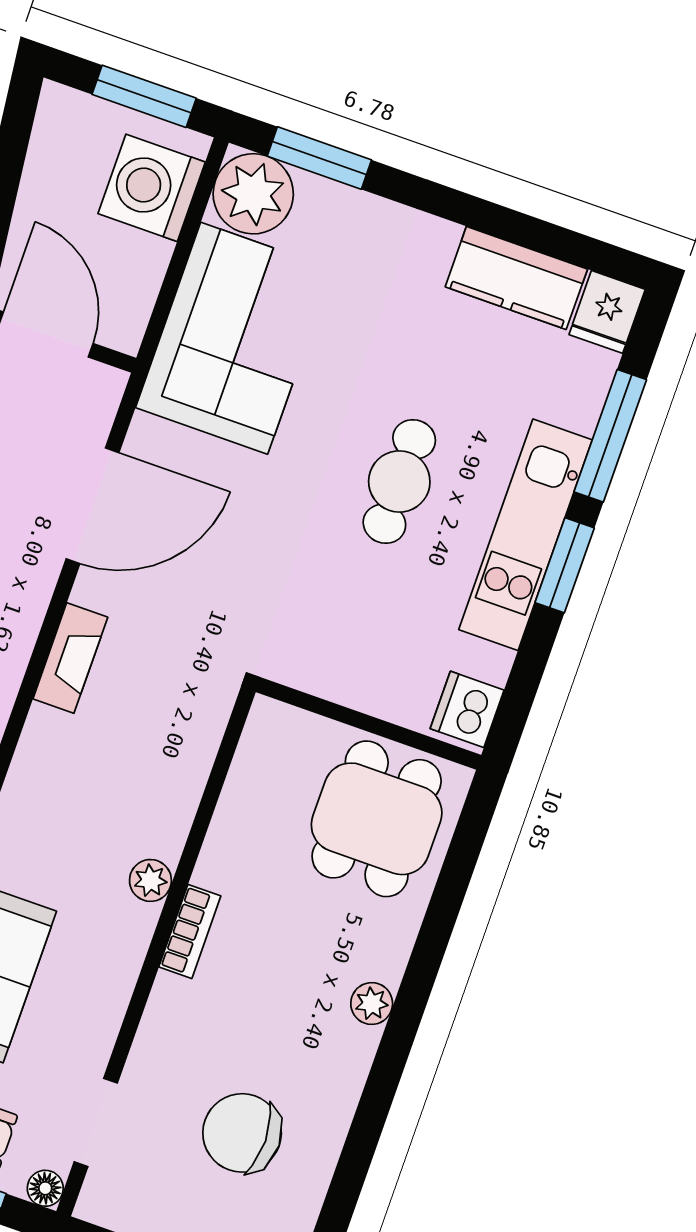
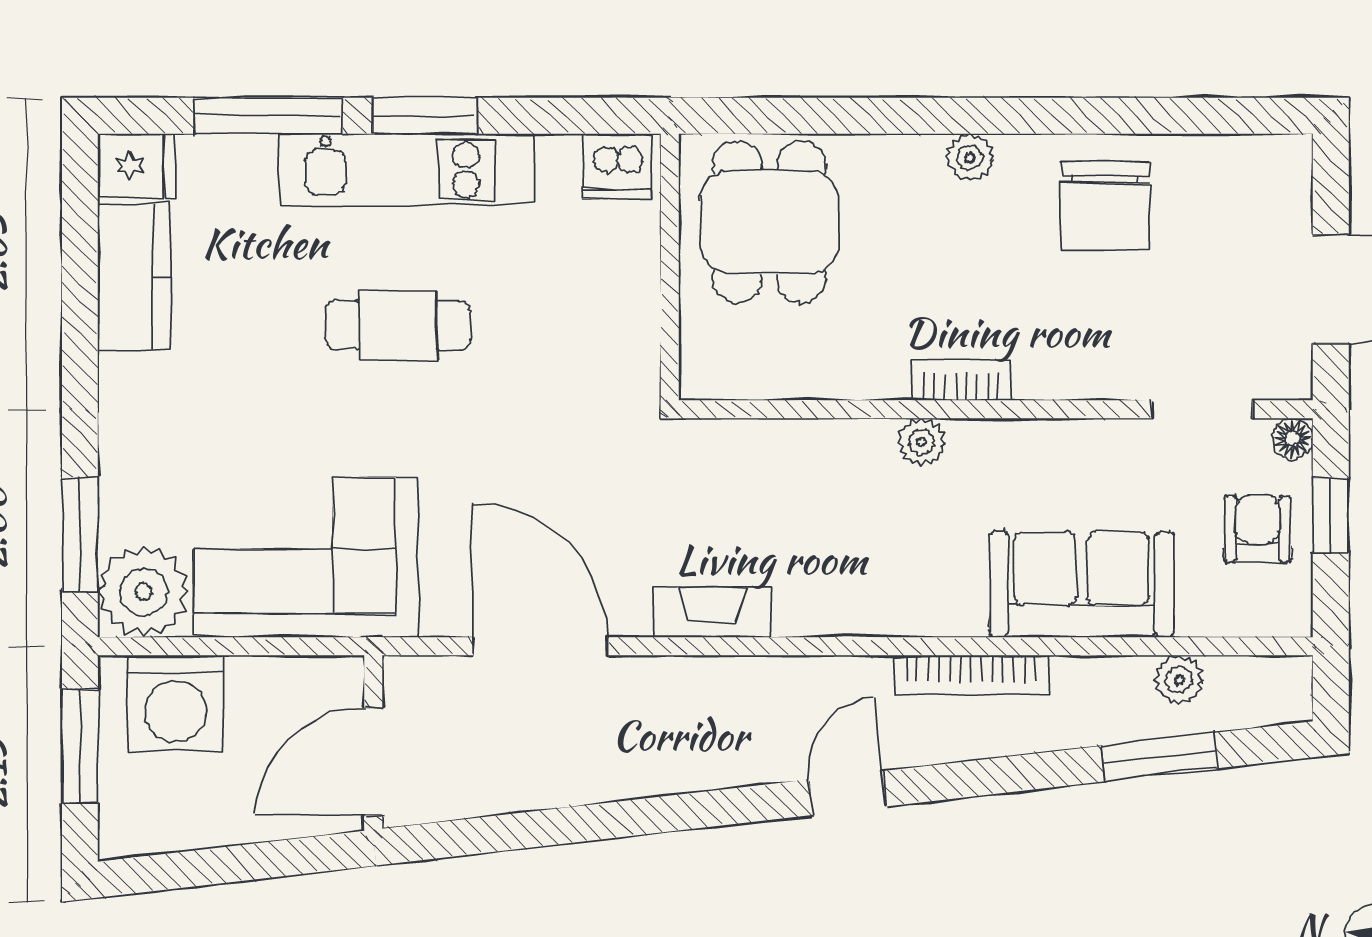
dining table: (377, 819) -> (769, 222), turned 90
chair: (242, 1133) -> (1105, 206), moved

